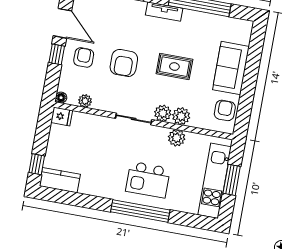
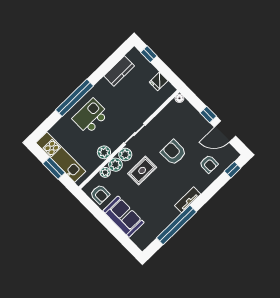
armchair: (84, 57) -> (209, 164), moved
rug: (174, 67) -> (142, 170), moved
plant: (85, 101) -> (105, 172), moved
fridge: (62, 116) -> (159, 81), moved
kitchen counter: (60, 180) -> (119, 71), moved

